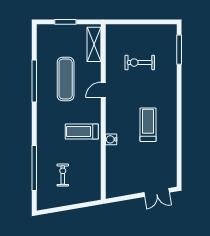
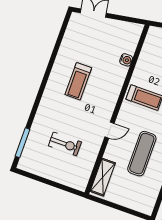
window: (65, 22) -> (122, 209), removed
water cooler: (111, 139) -> (126, 60), moved

